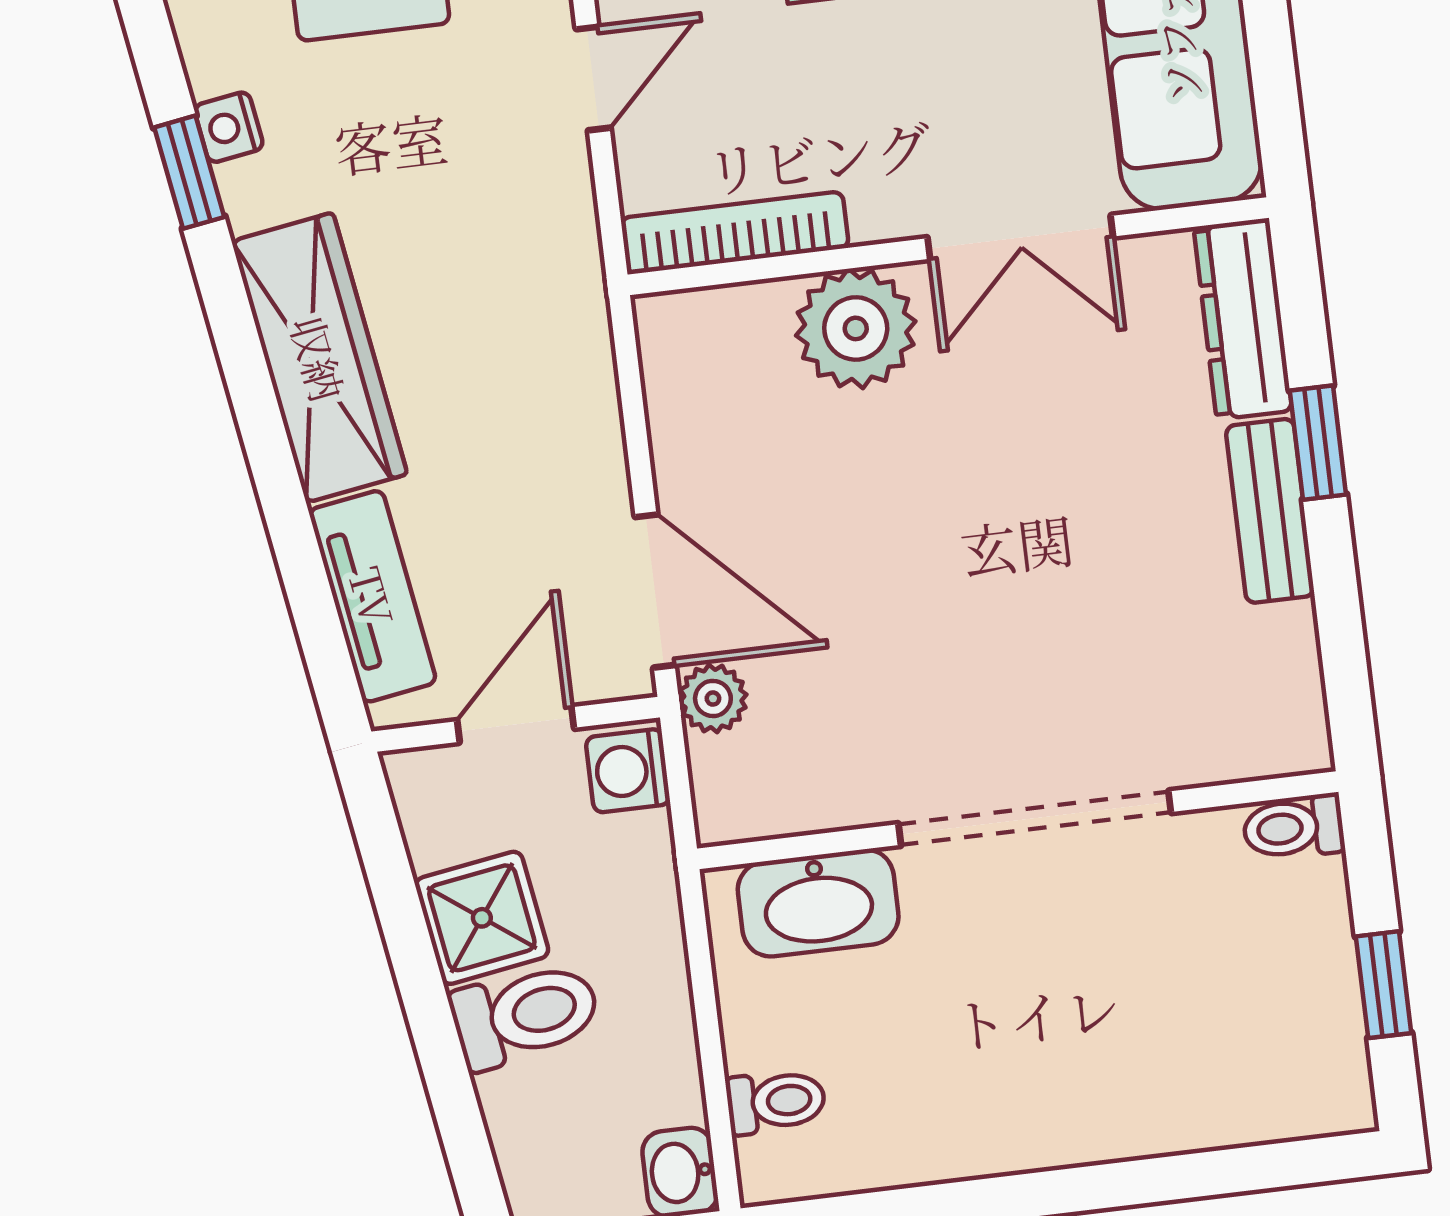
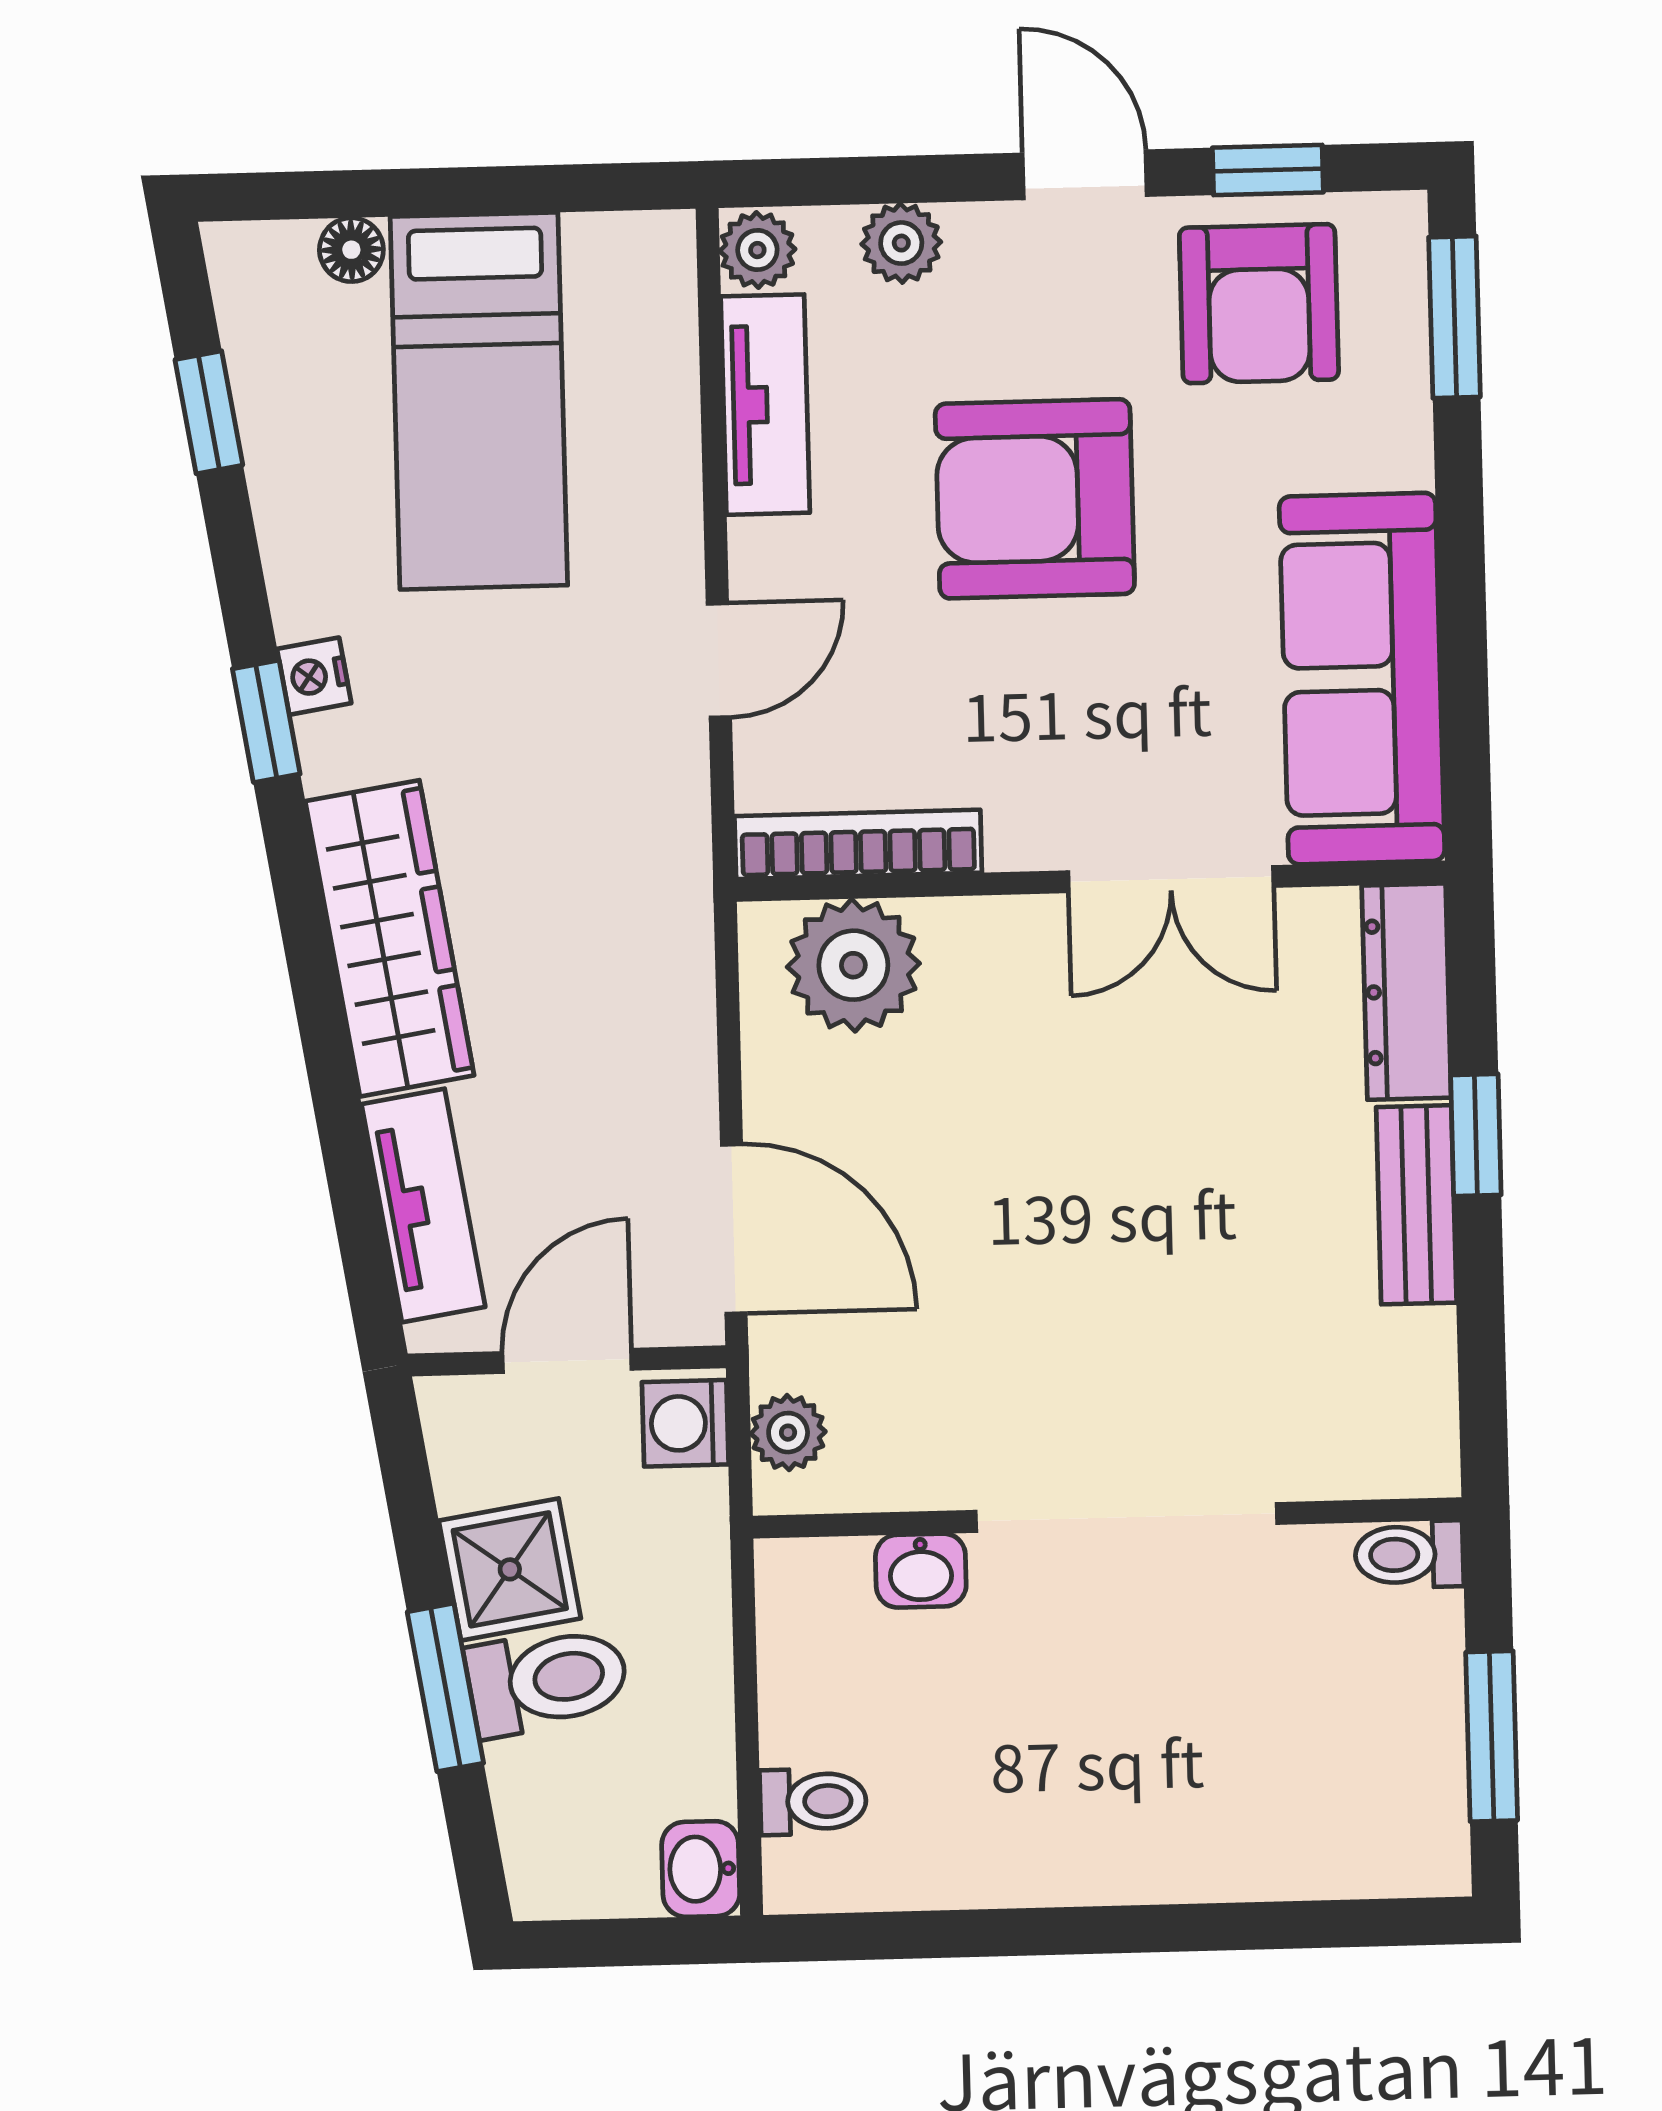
plant: (856, 328) -> (853, 965), moved
plant: (713, 699) -> (788, 1433), moved
washbasin: (818, 903) -> (921, 1571), width x0.52, depth x0.69
window: (1384, 985) -> (1492, 1736), width x1.50
window: (434, 1030) -> (445, 1687), added

